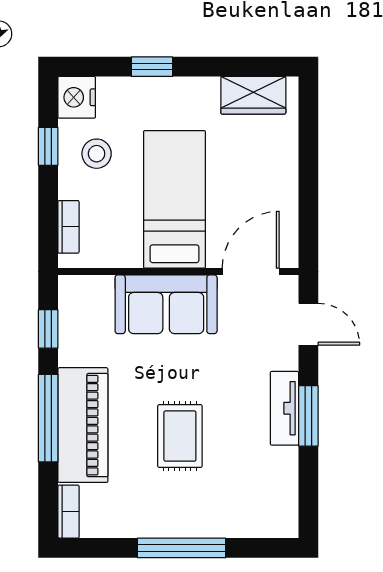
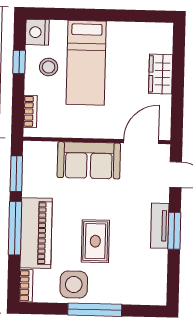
window: (152, 67) -> (84, 15), removed
wardrobe: (253, 95) -> (161, 74), moved, turned 90
bed: (174, 199) -> (86, 63), moved, turned 180
window: (48, 329) -> (16, 174), width x1.50
side table: (146, 508) -> (74, 285), added

